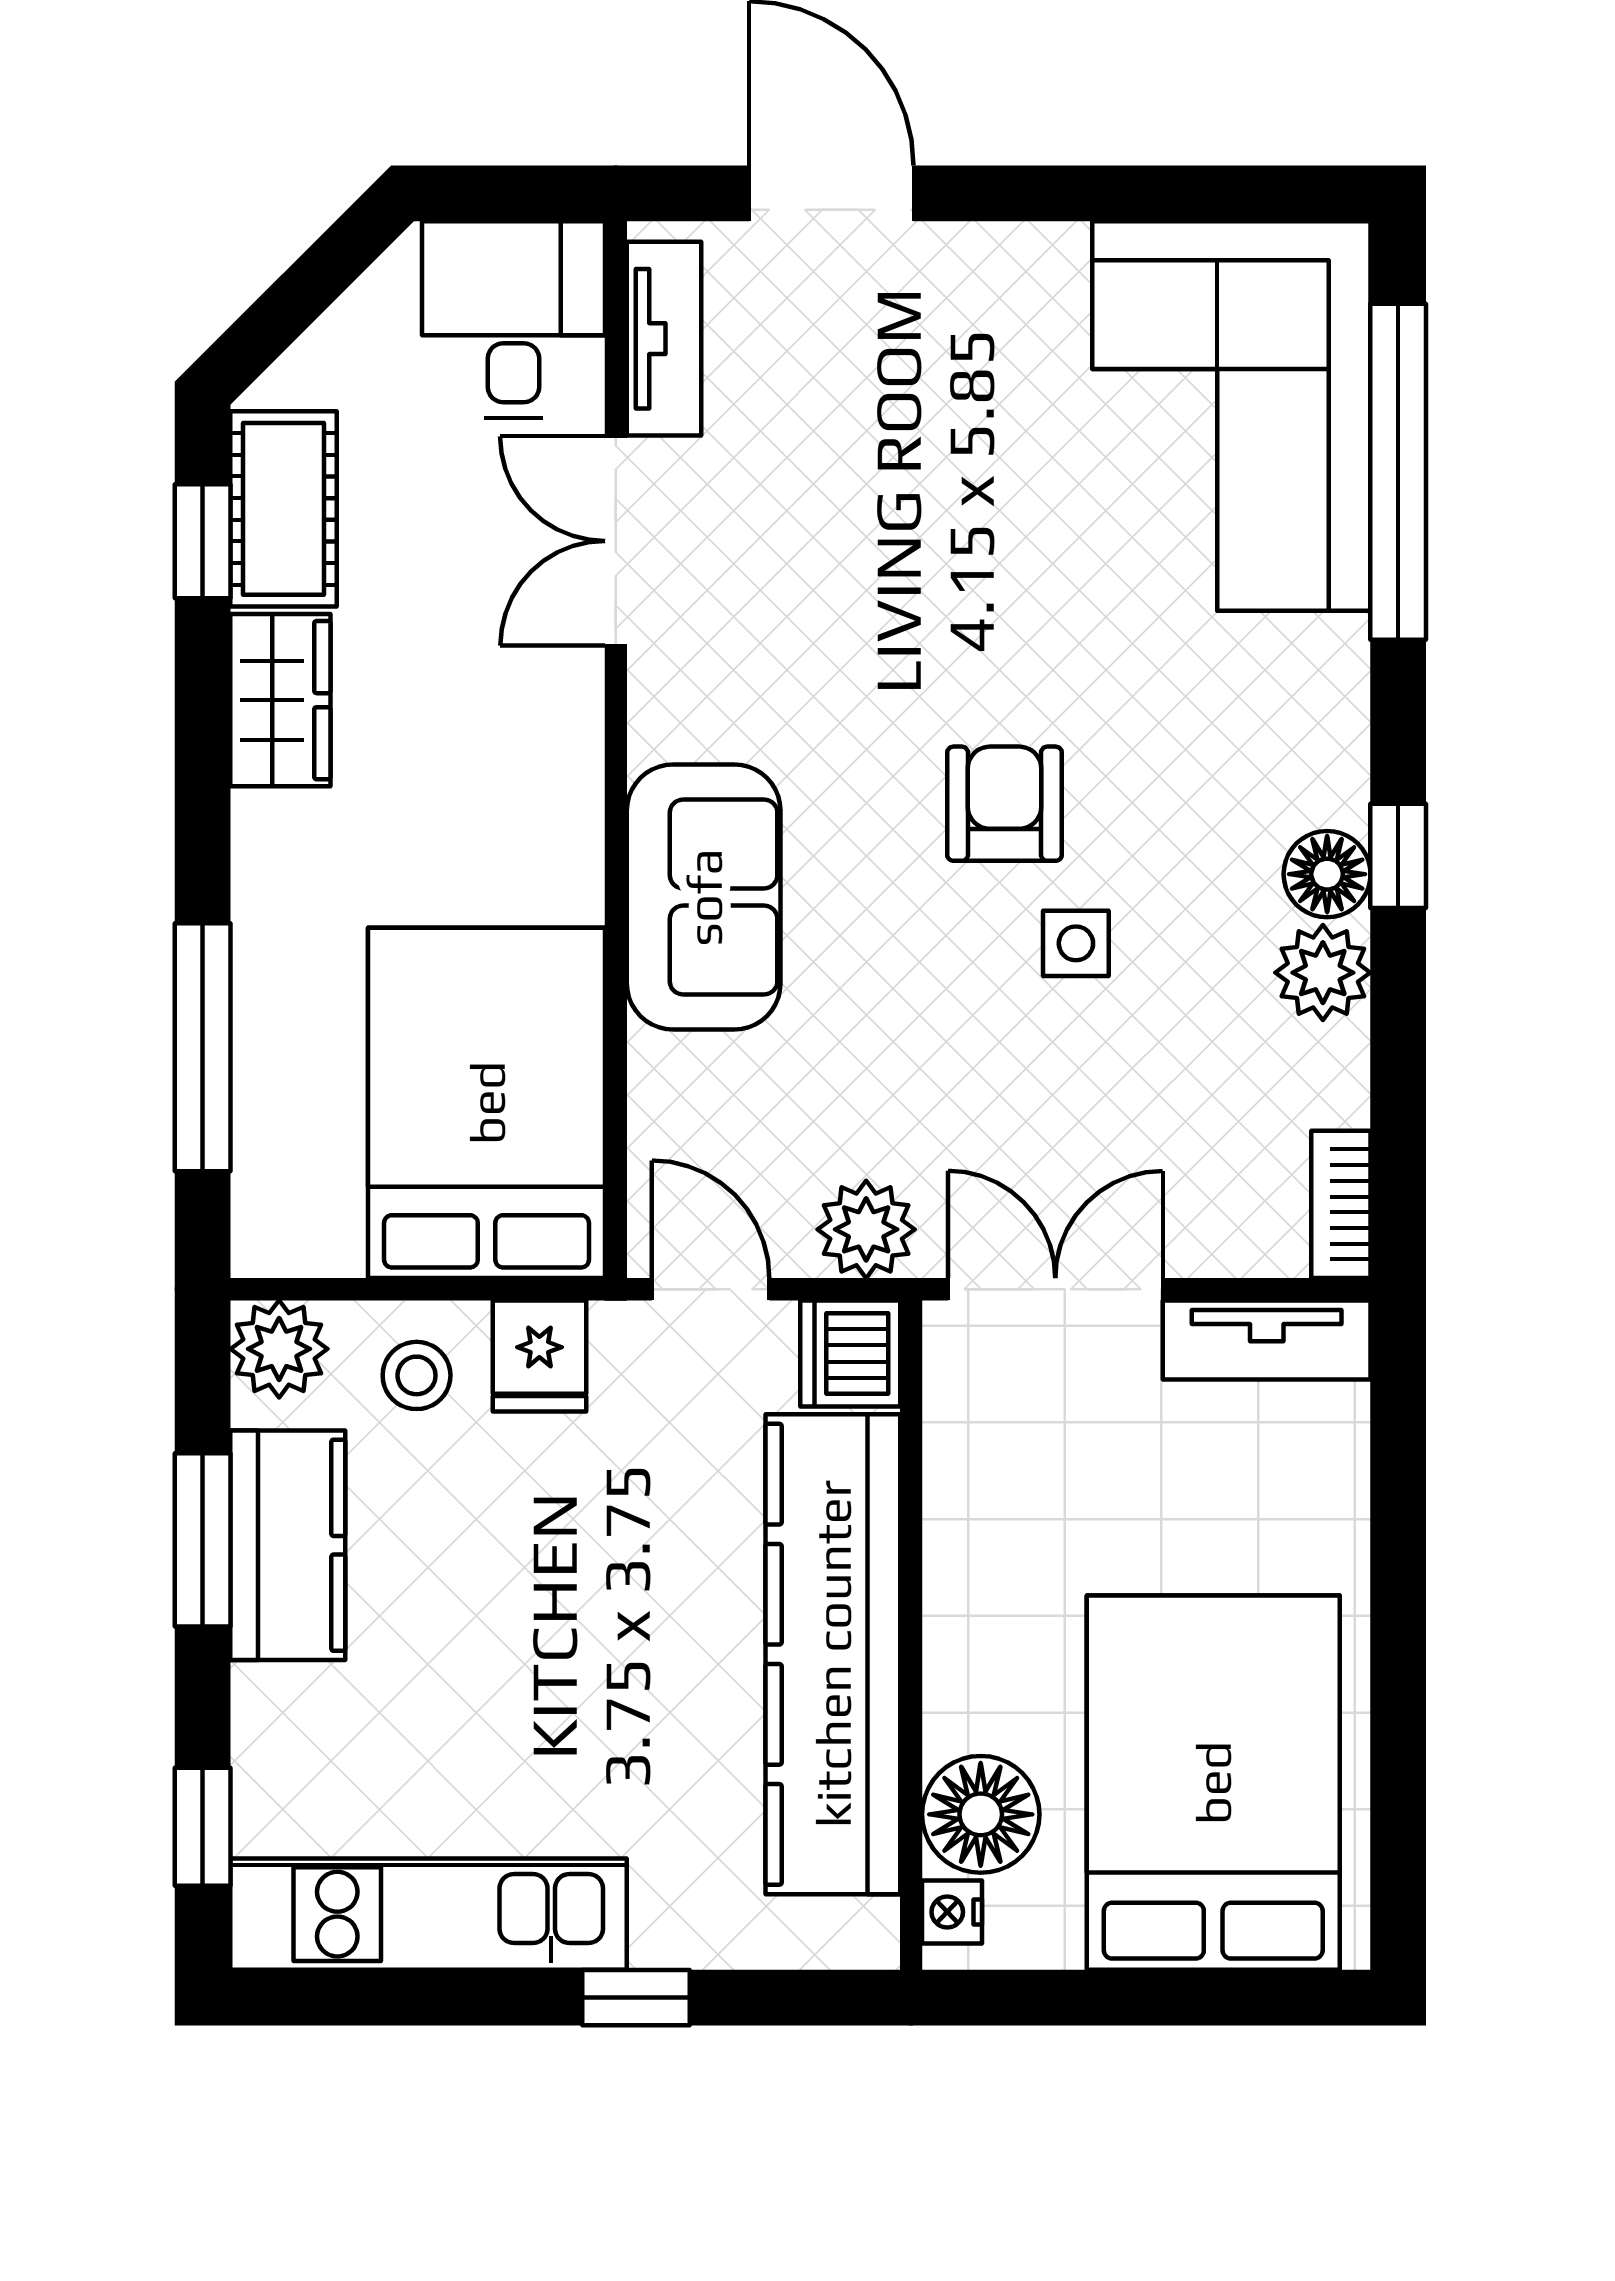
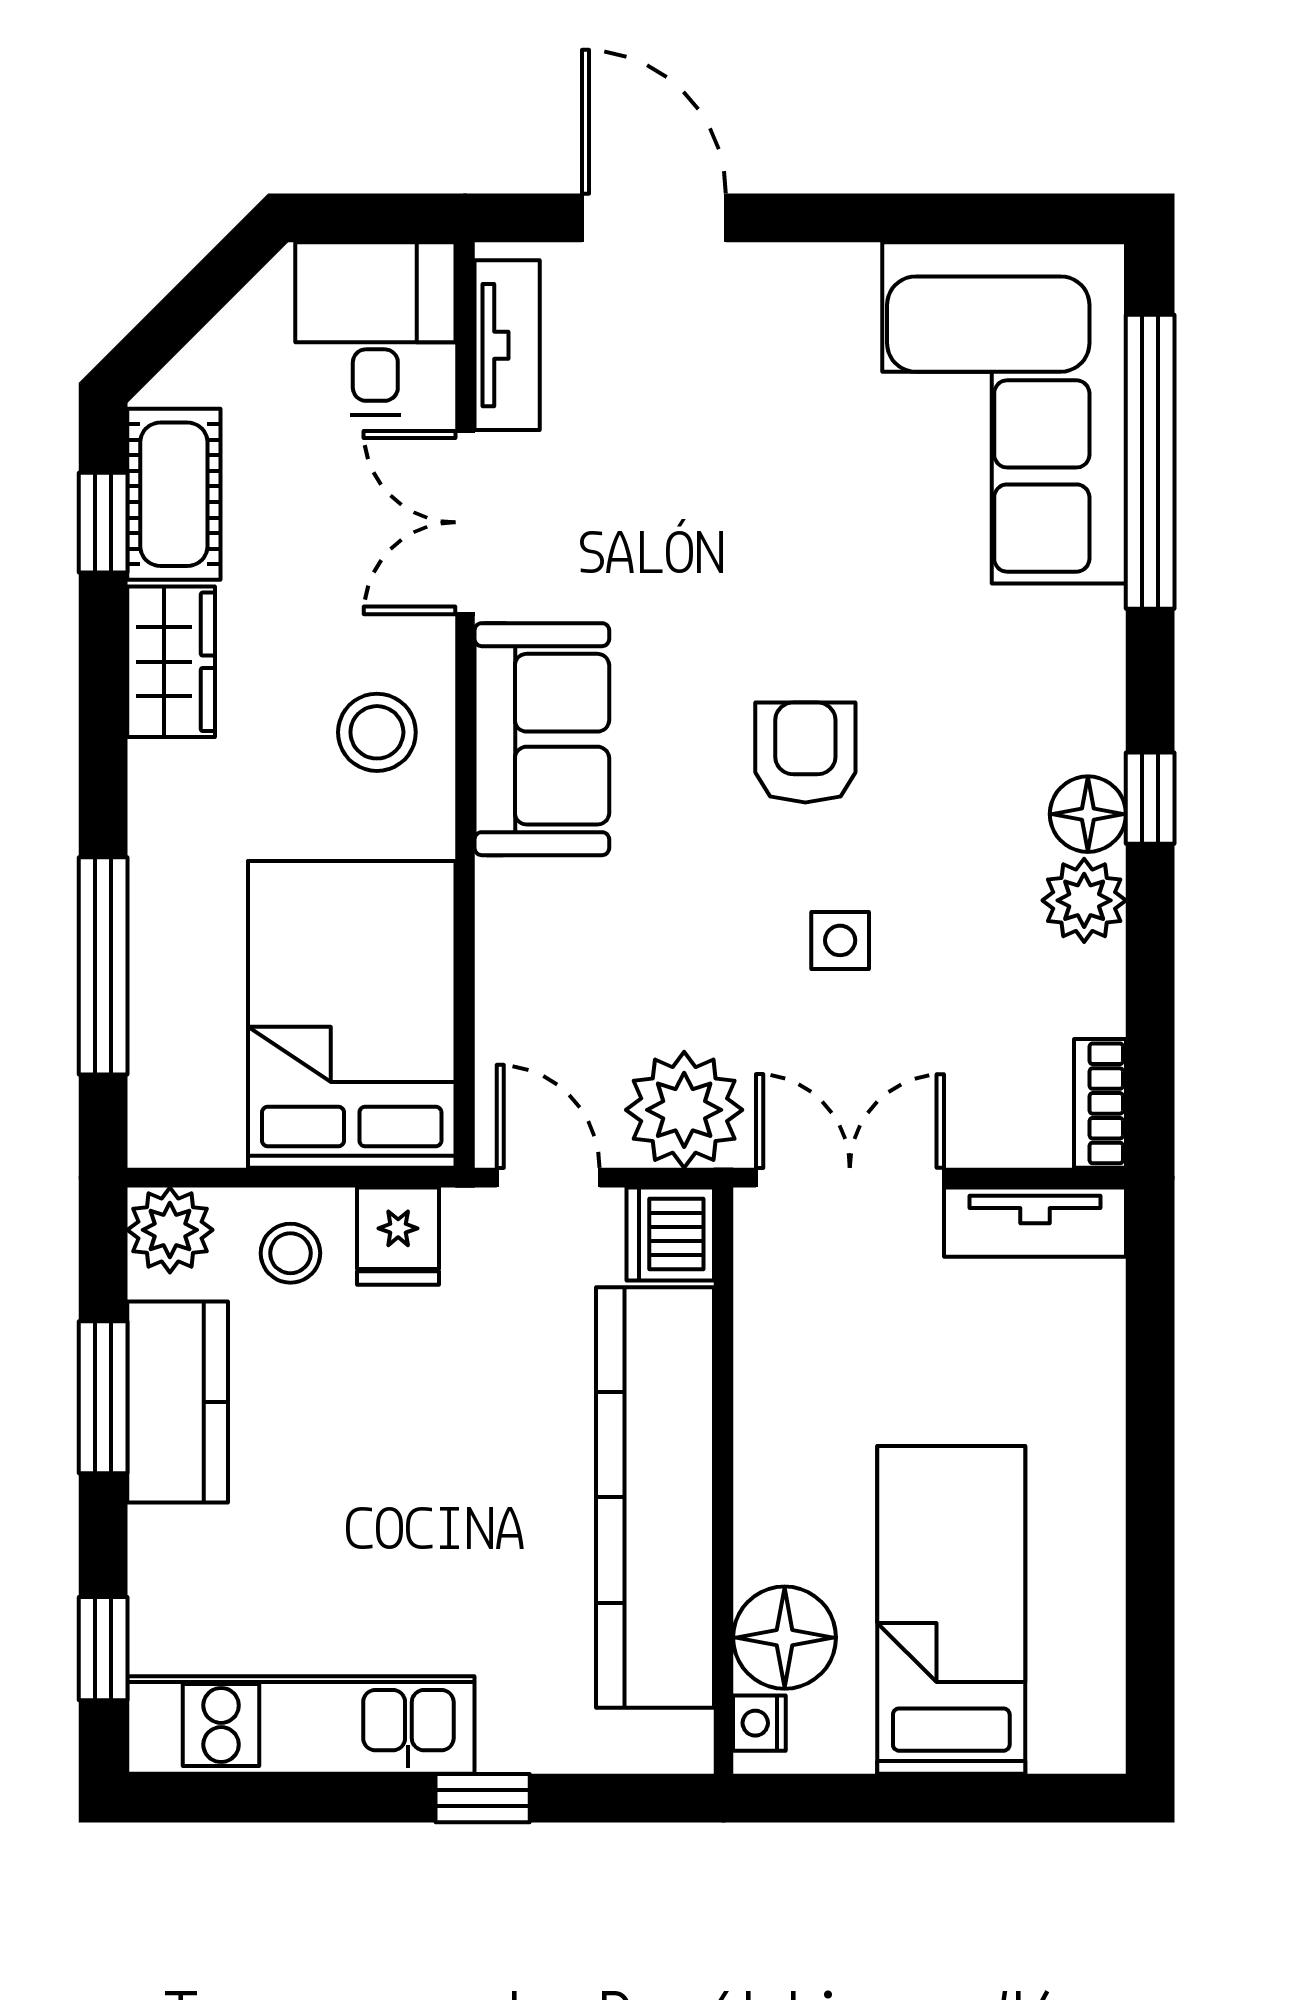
stool: (515, 781) -> (377, 732), added
sofa: (704, 897) -> (542, 739), moved
side table: (1076, 943) -> (840, 940), moved
plant: (866, 1229) -> (684, 1110), width x1.36, depth x1.36
bed: (1213, 1783) -> (951, 1610), width x0.67

